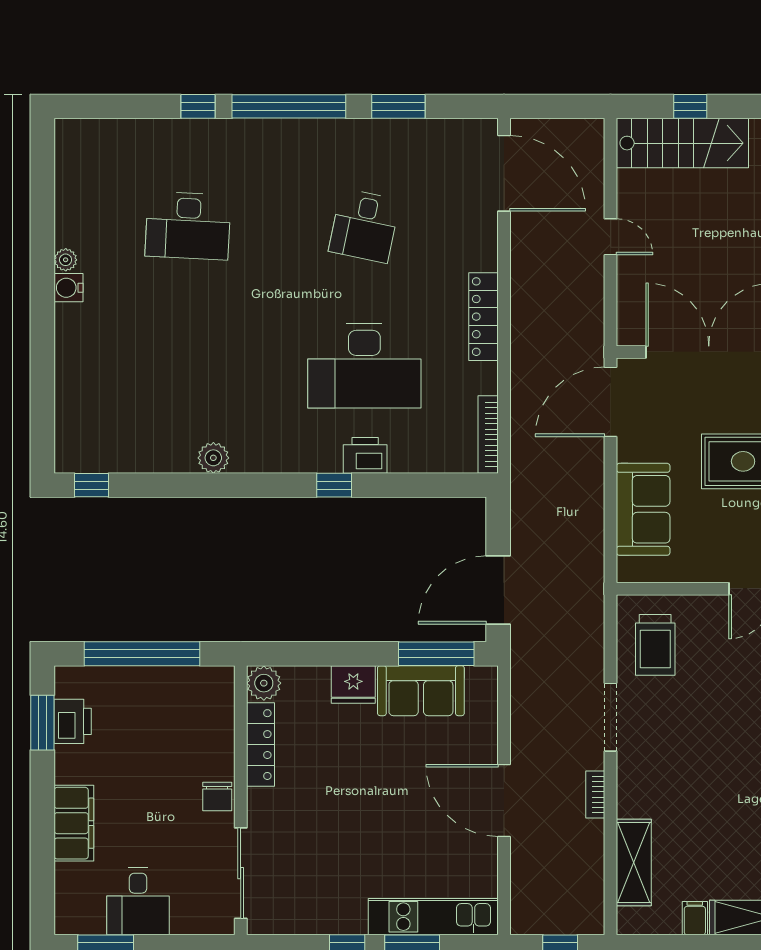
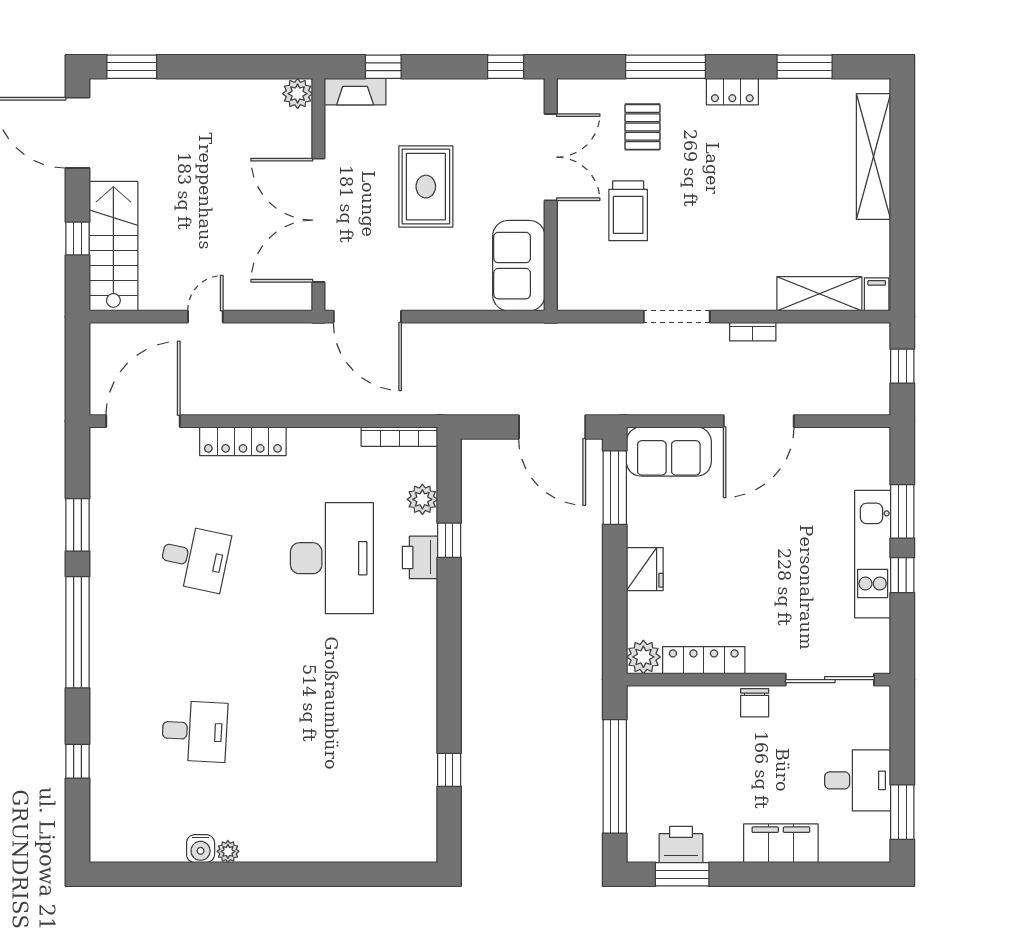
window: (198, 106) -> (77, 761), moved
desk: (188, 226) -> (195, 731), width x0.73
water cooler: (68, 288) -> (201, 849), moved
locker: (484, 317) -> (243, 441), moved
plant: (213, 458) -> (422, 499), moved
window: (92, 485) -> (449, 770), moved
window: (334, 485) -> (449, 540), moved
sofa: (643, 509) -> (519, 266), moved, turned -90
trolley: (655, 645) -> (628, 211), moved, turned 90
sofa: (421, 691) -> (669, 452), moved, turned 90
chair: (217, 796) -> (755, 703), turned 90
kitchen unit: (433, 917) -> (873, 554), moved
filing cabinet: (695, 918) -> (877, 294), moved, turned 90

